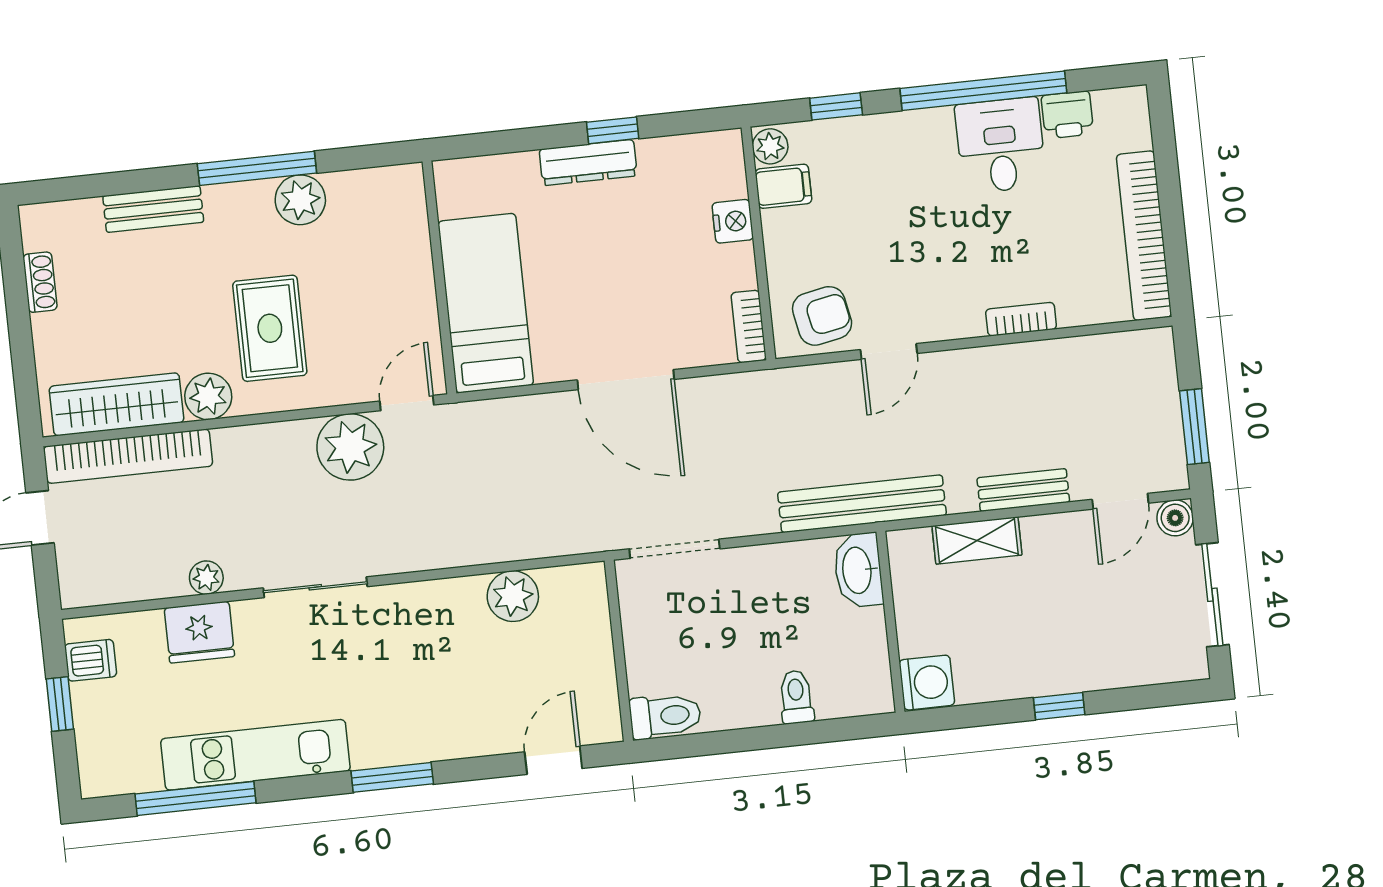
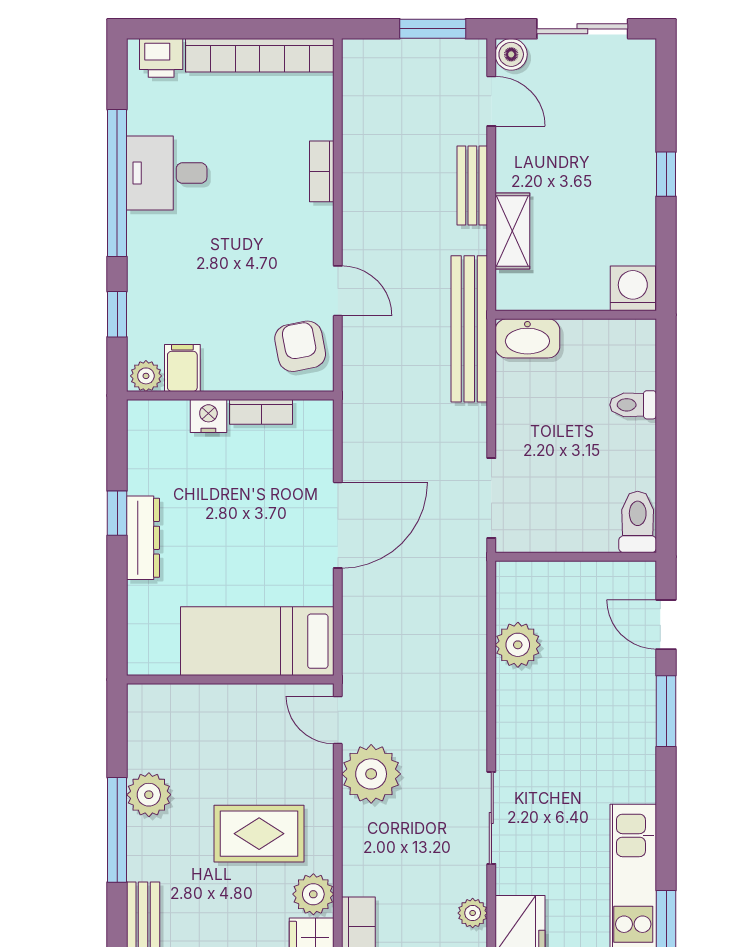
printer: (1067, 115) -> (161, 58), moved, turned 90
bookcase: (749, 326) -> (261, 412), moved
window: (392, 777) -> (666, 711), moved

